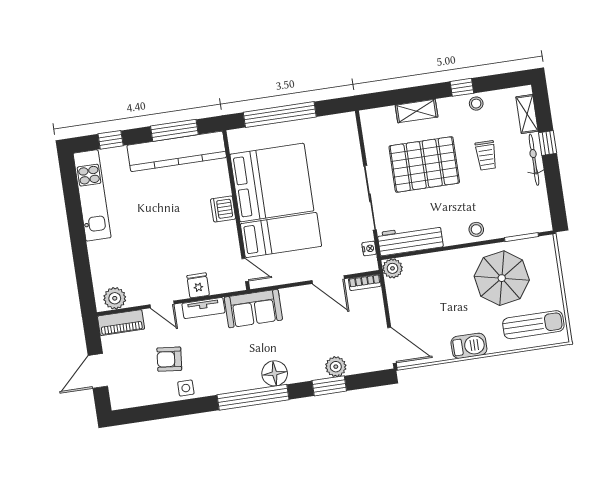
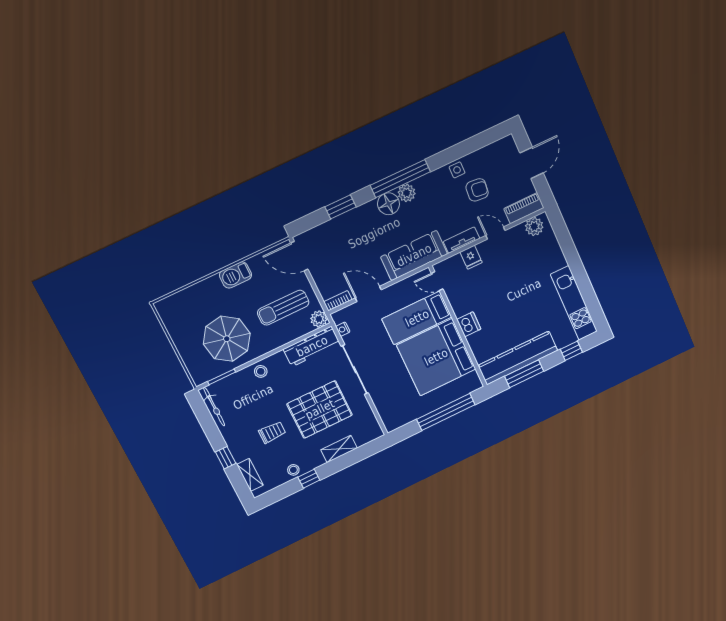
trolley: (486, 155) -> (272, 432), turned 90
bicycle: (534, 160) -> (214, 407), moved
sofa: (253, 309) -> (414, 255), width x1.36
sun lounger: (533, 325) -> (283, 308), moved
plant: (336, 367) -> (407, 193), moved

